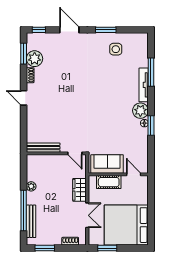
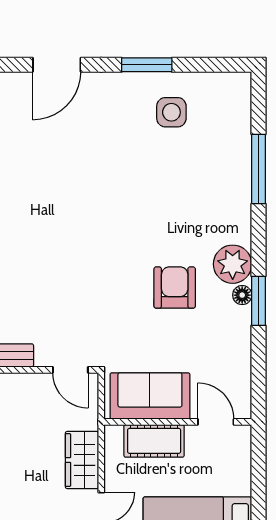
door: (69, 30) -> (57, 65), swing flipped
tv unit: (144, 85) -> (240, 201), removed
armchair: (117, 120) -> (175, 288), added

